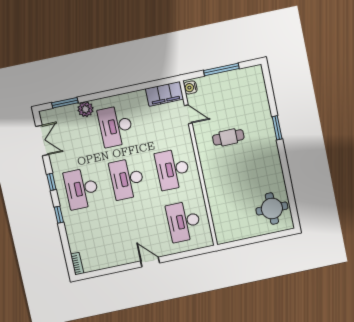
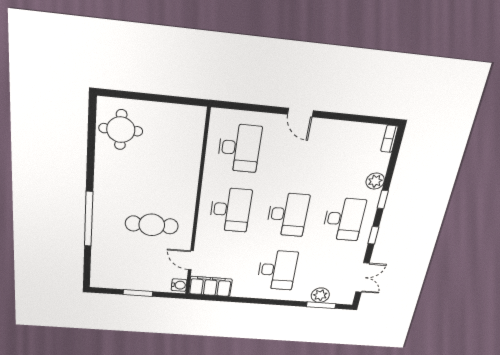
window: (221, 69) -> (138, 293), width x0.69
plant: (85, 109) -> (320, 295), moved
window: (277, 128) -> (89, 219), width x2.11
cafe table: (228, 137) -> (152, 225), width x1.37, depth x1.35
double door: (42, 140) -> (362, 277), swing flipped
plant: (72, 228) -> (375, 181), added

